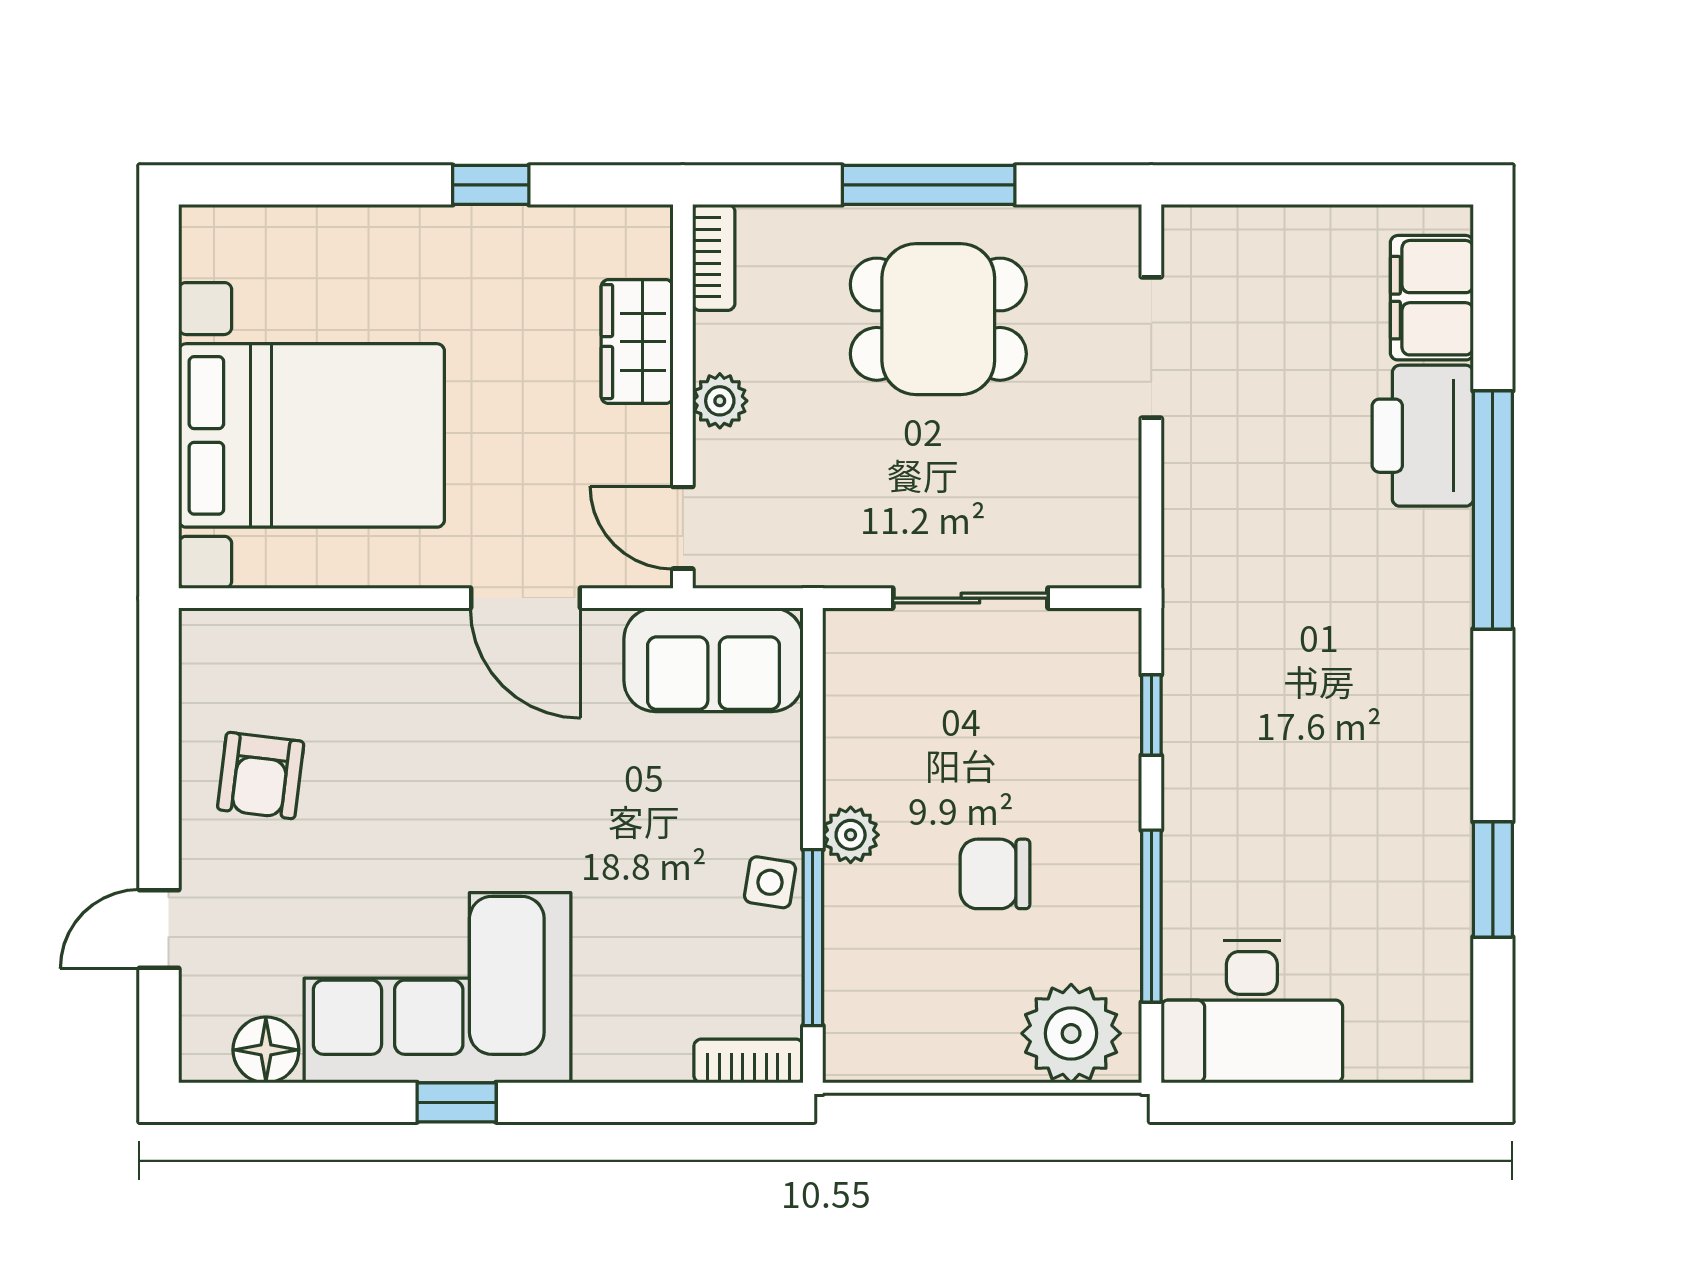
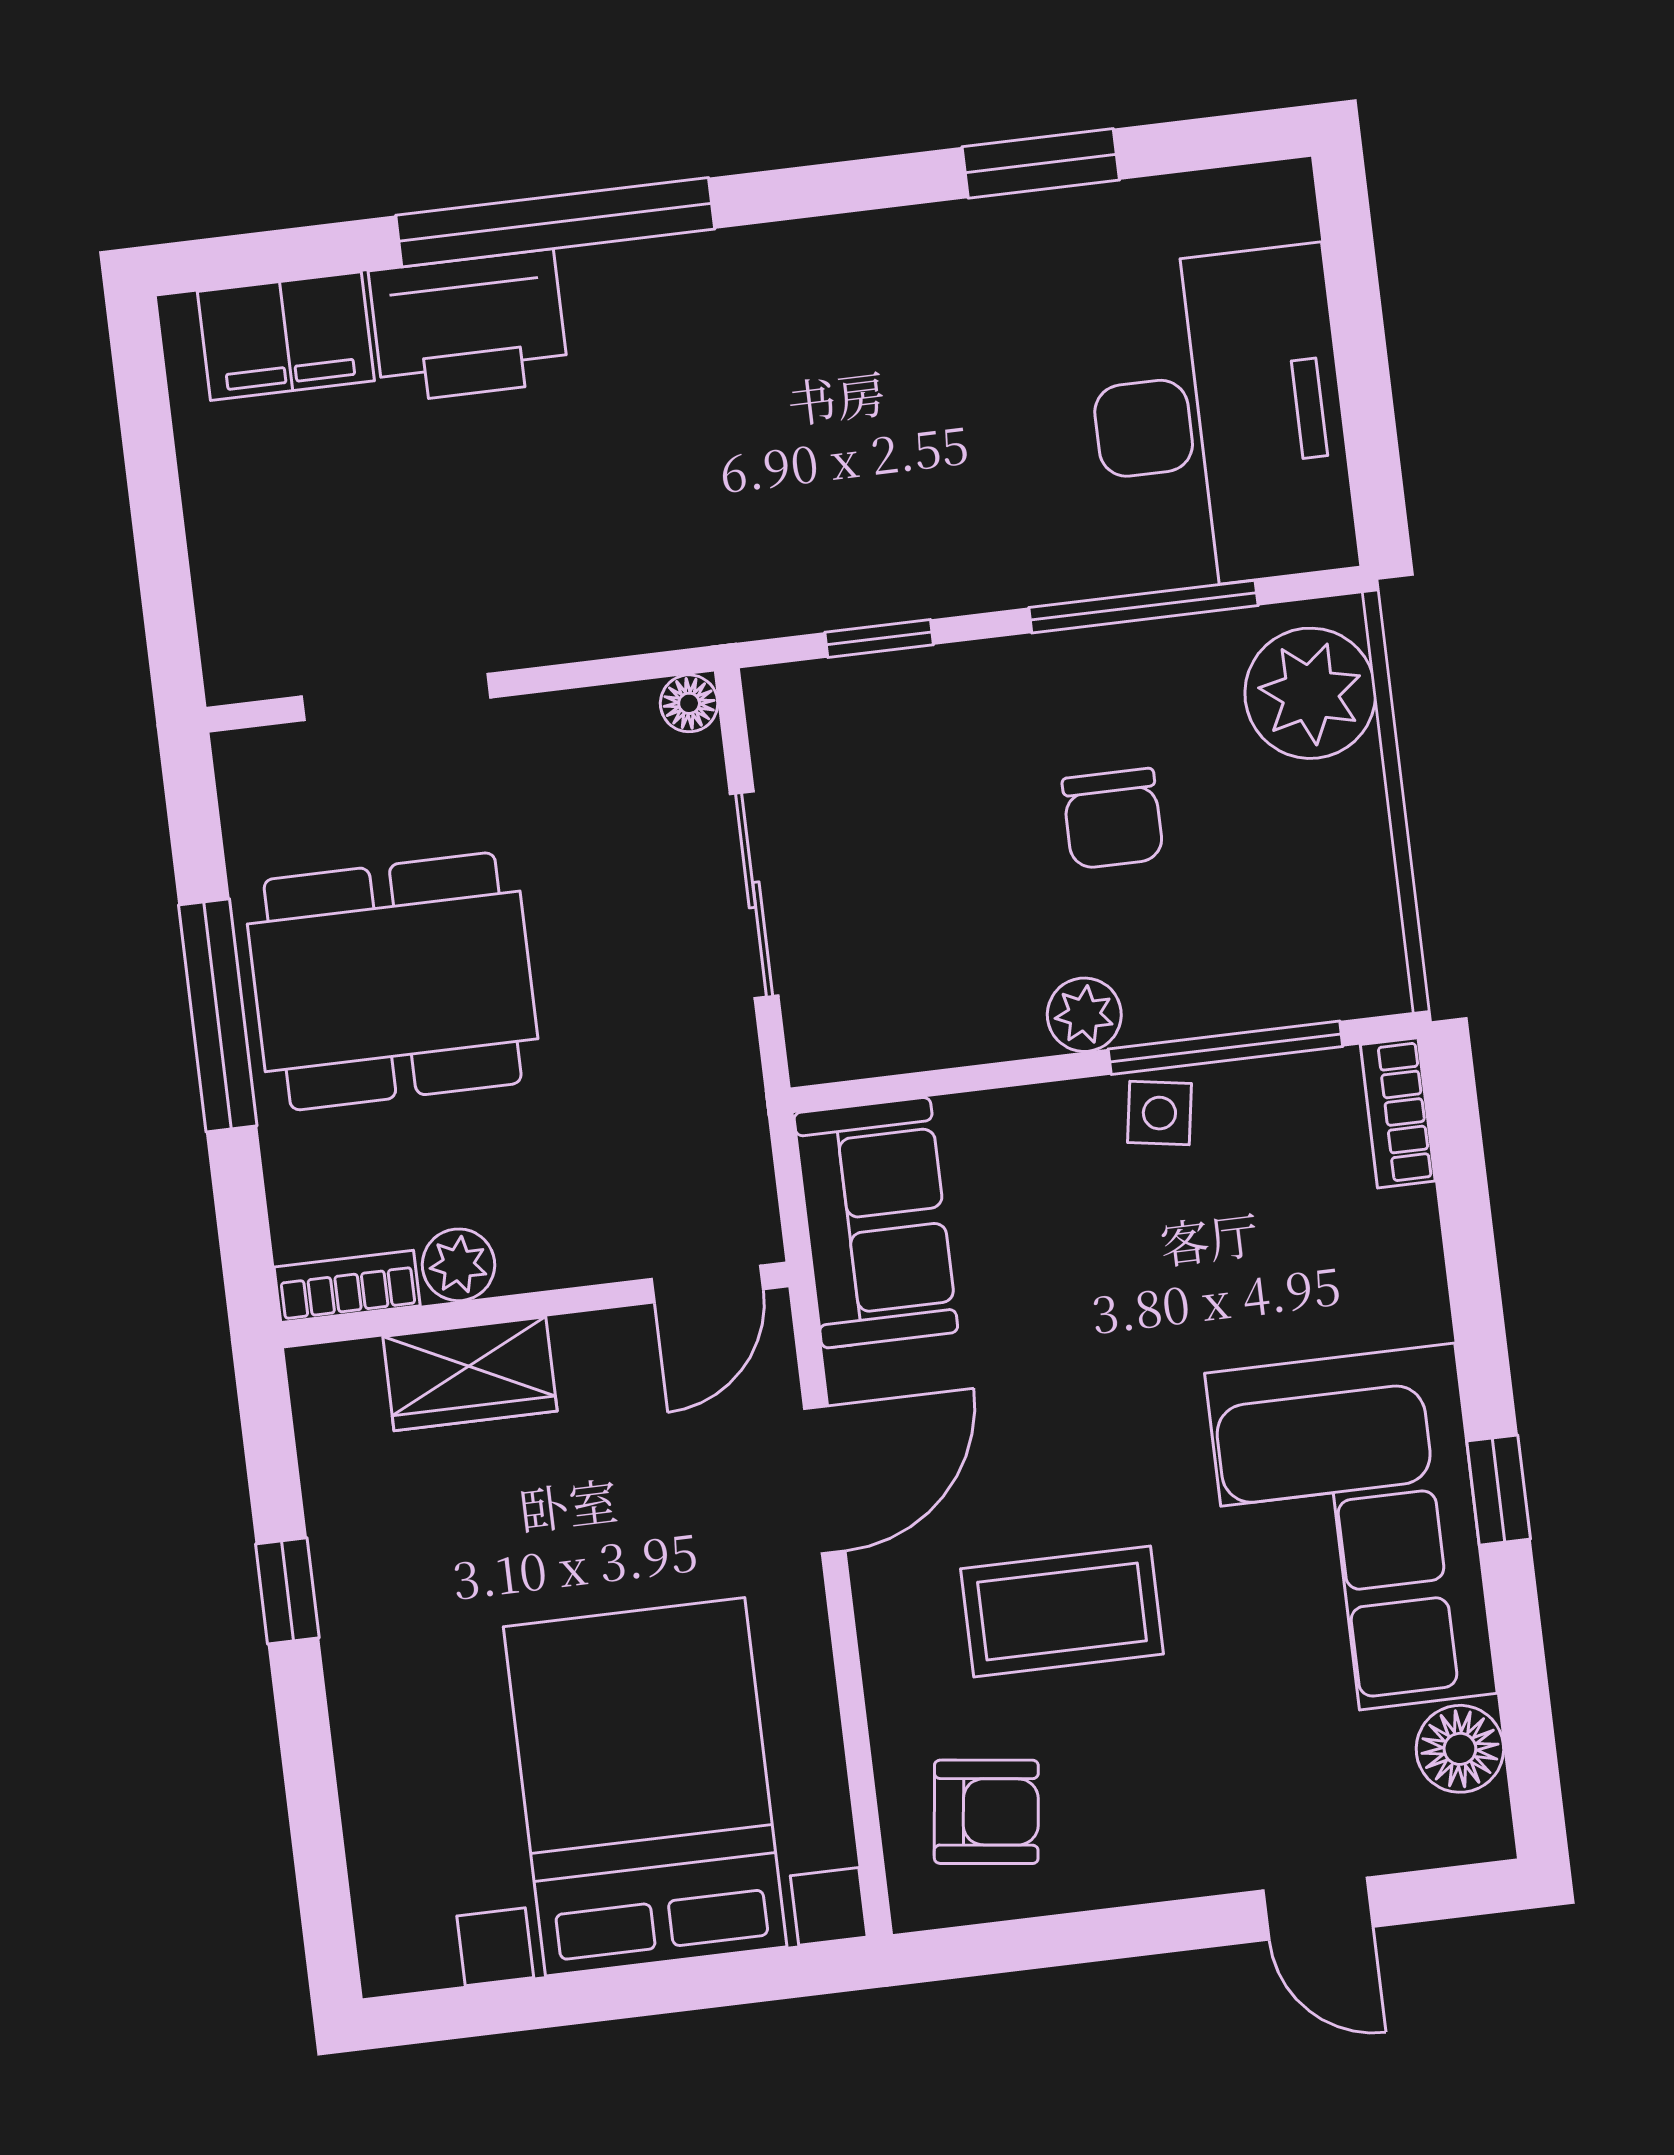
dining table: (938, 319) -> (393, 981), width x1.38
plant: (720, 401) -> (458, 1265), moved
floor lamp: (1120, 567) -> (689, 703), added
coffee table: (405, 764) -> (1062, 1611), added
armchair: (261, 776) -> (986, 1812), moved
desk: (1252, 1011) -> (1219, 419), width x1.36, depth x1.30

